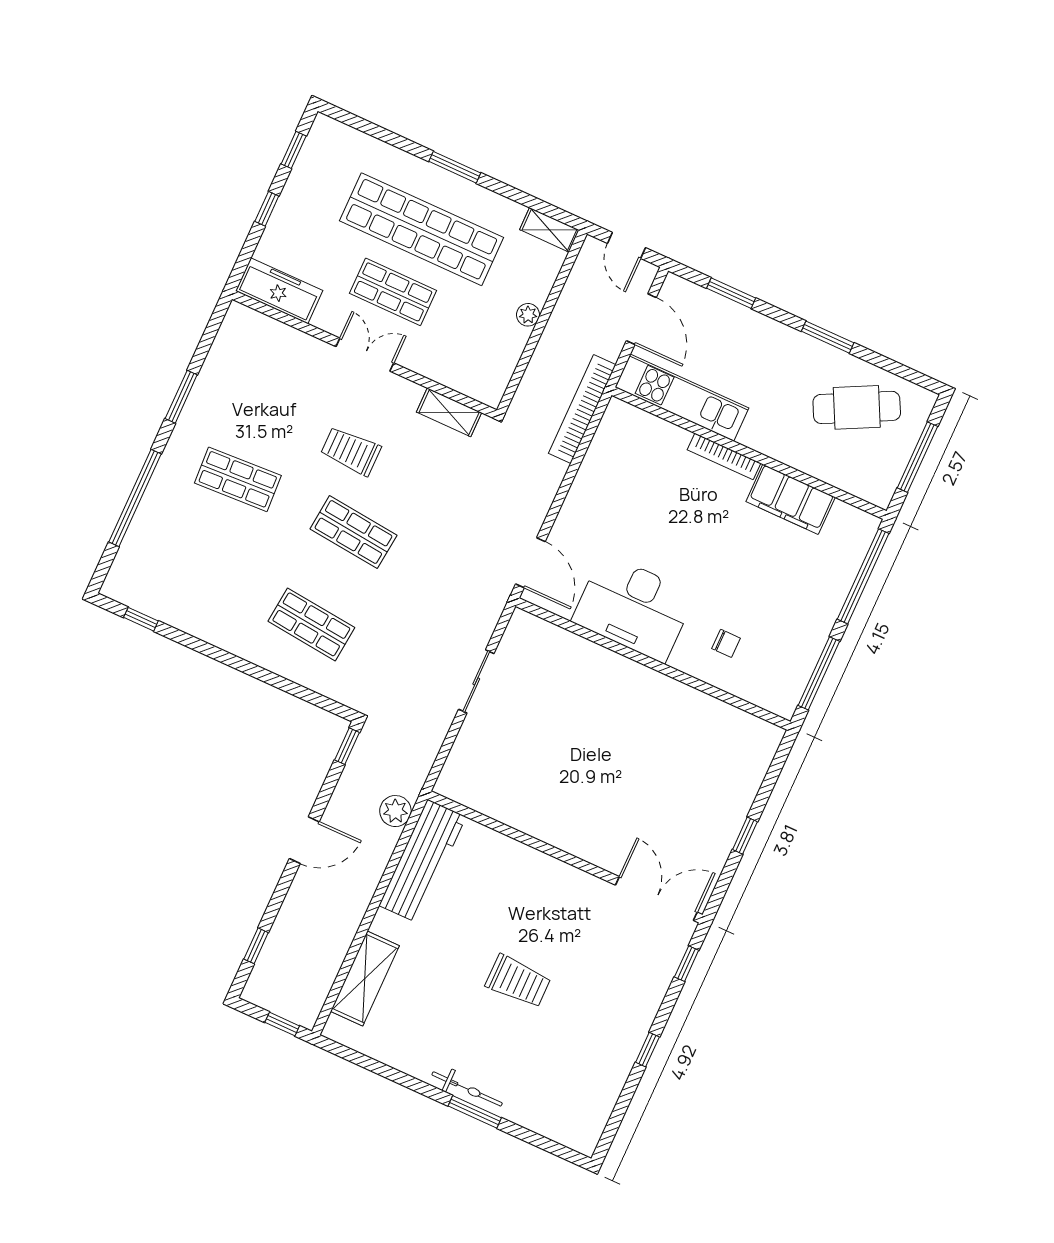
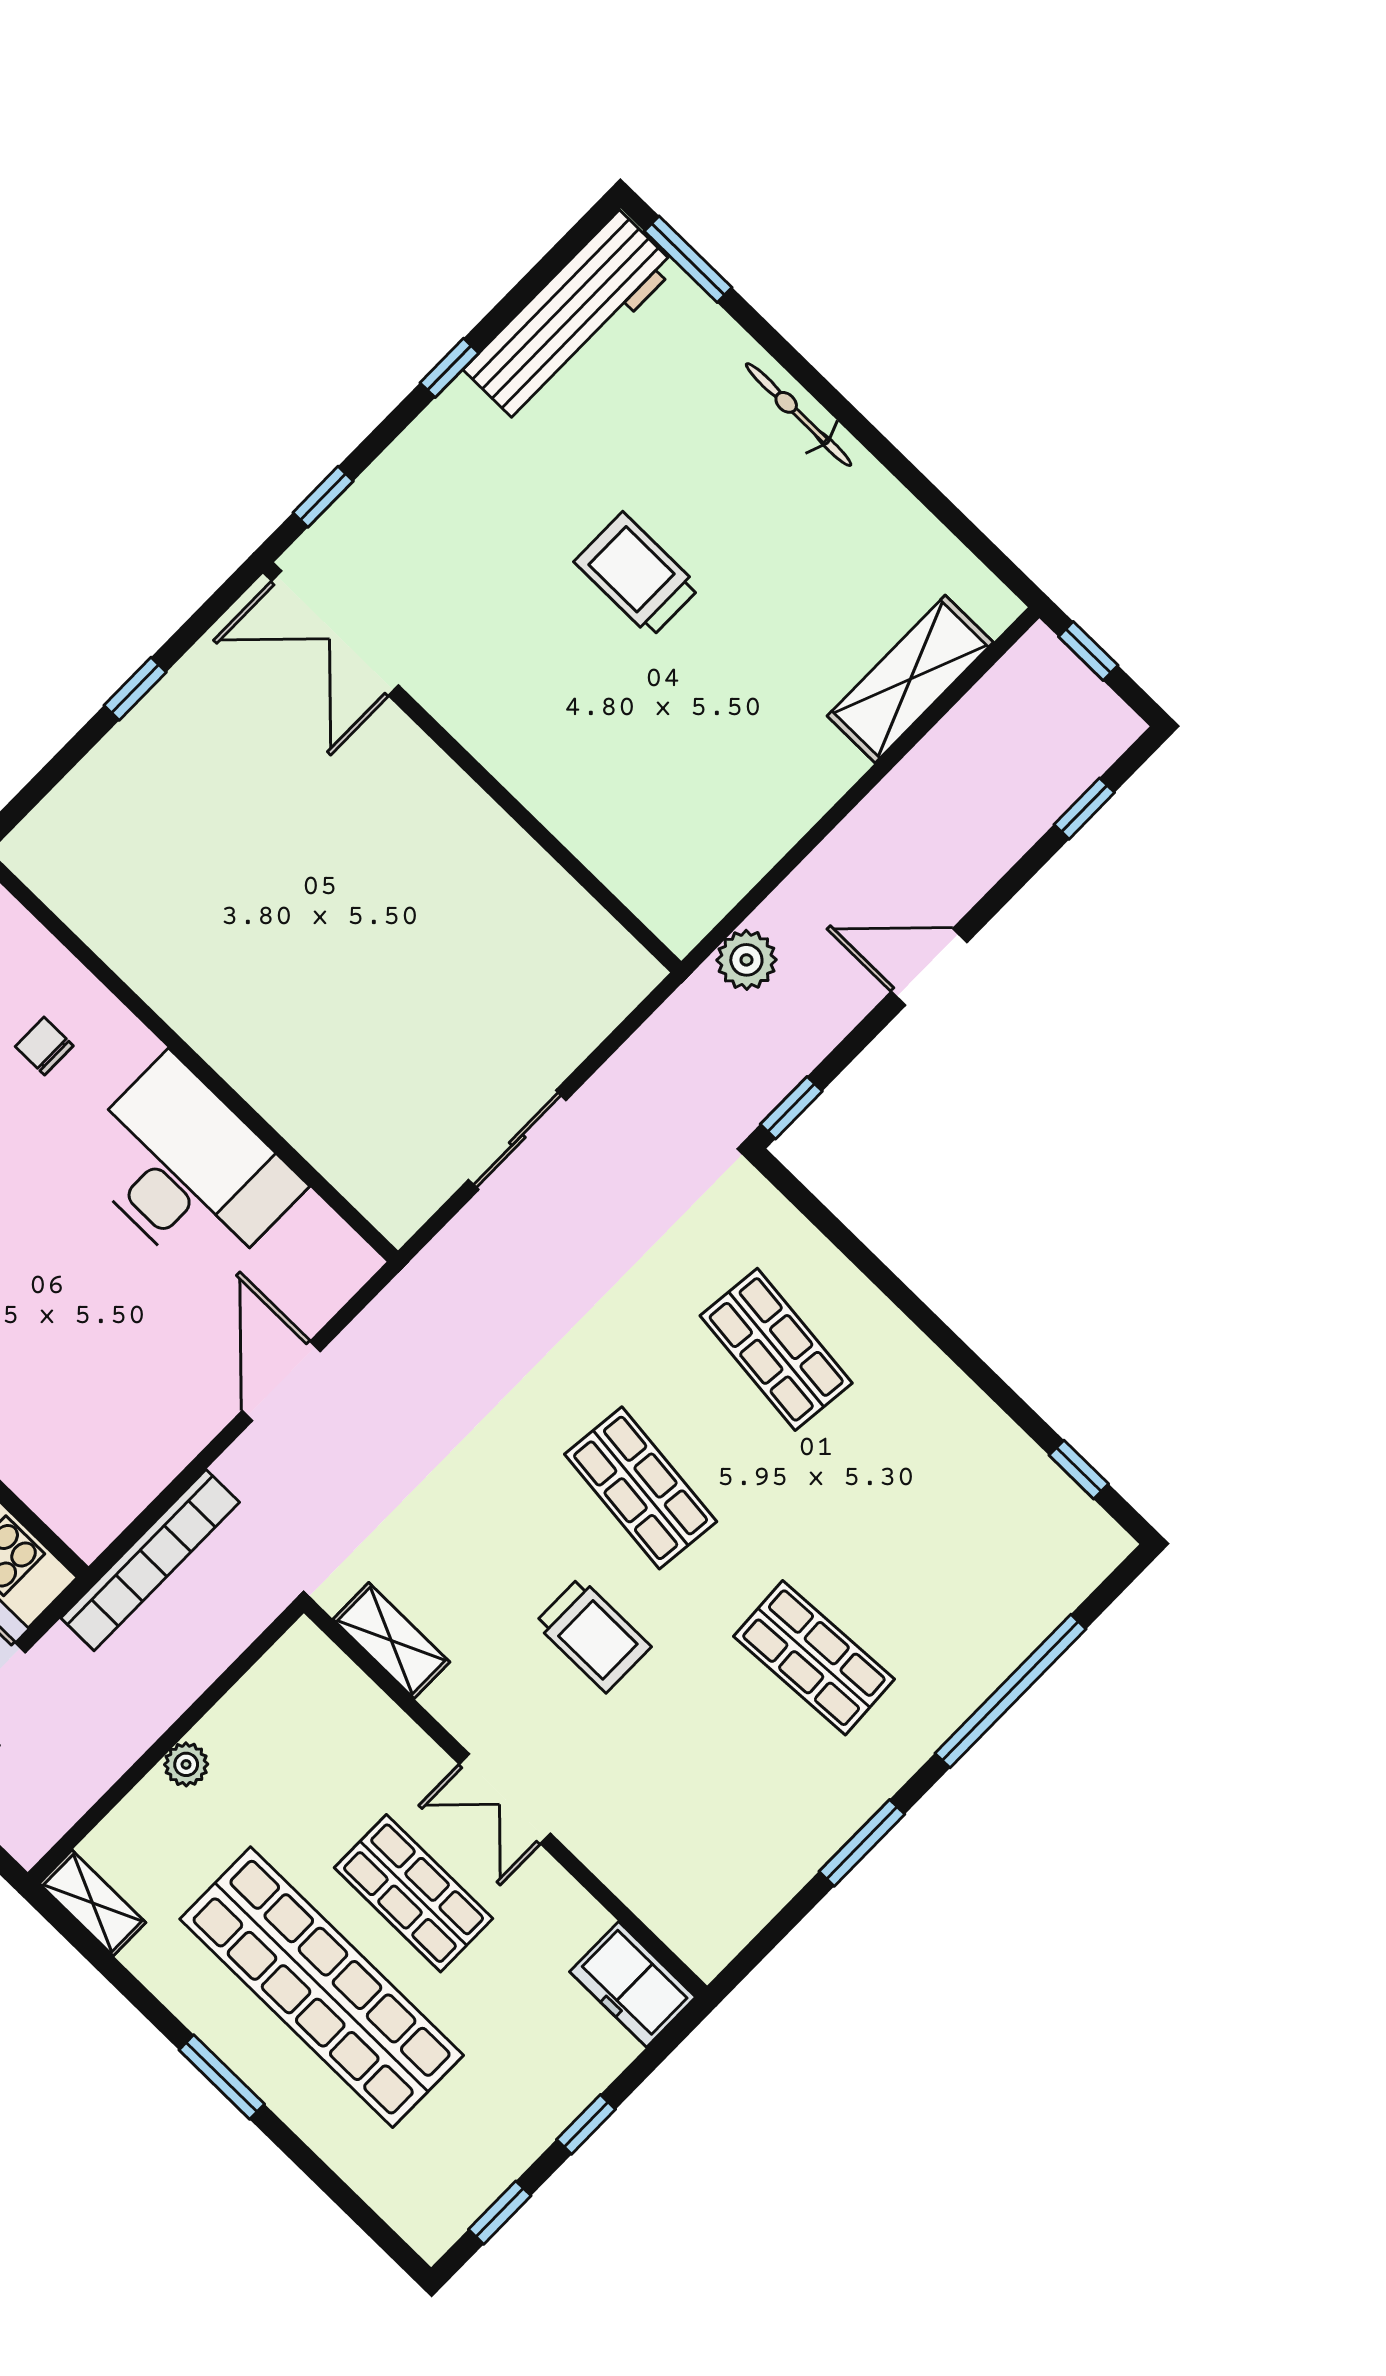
freezer: (279, 291) -> (633, 1984), width x0.71
door: (530, 563) -> (281, 1381), moved
workbench: (422, 861) -> (570, 318), moved, turned 180
window: (475, 1112) -> (688, 259), moved

